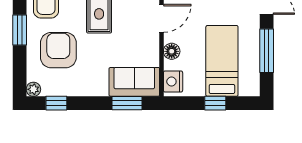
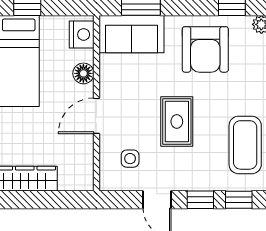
armchair: (58, 50) -> (205, 49), moved

